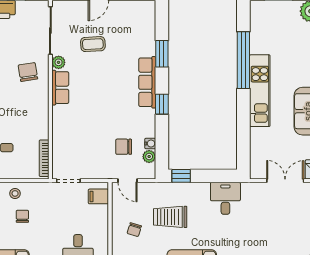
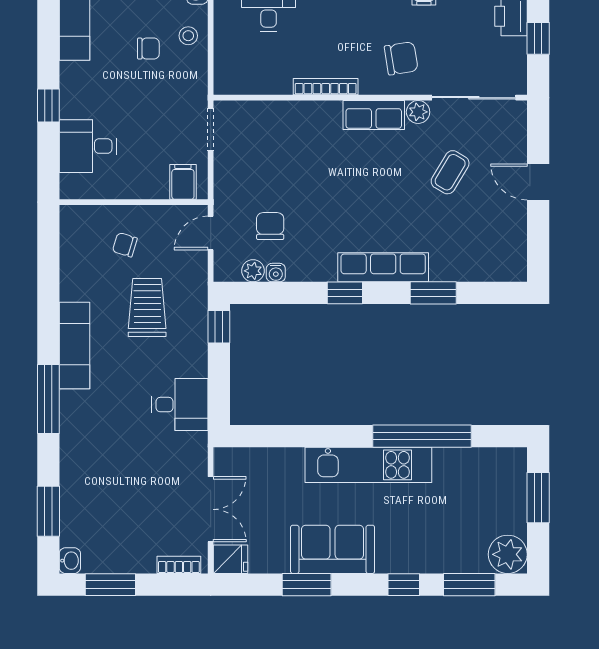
coffee table: (93, 44) -> (450, 172), turned 34
bookcase: (44, 158) -> (326, 87), moved

